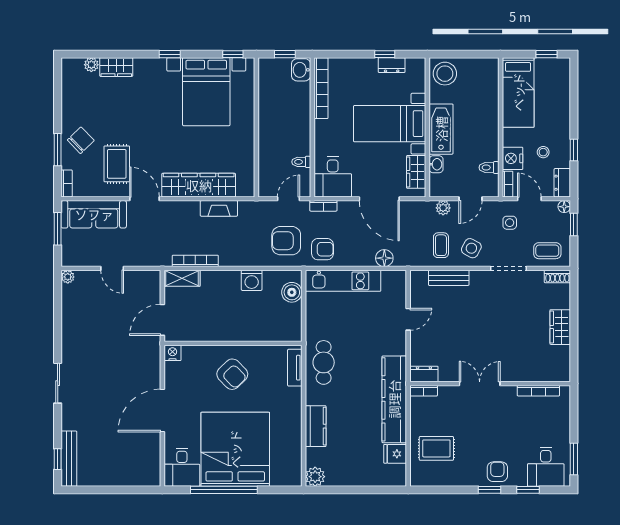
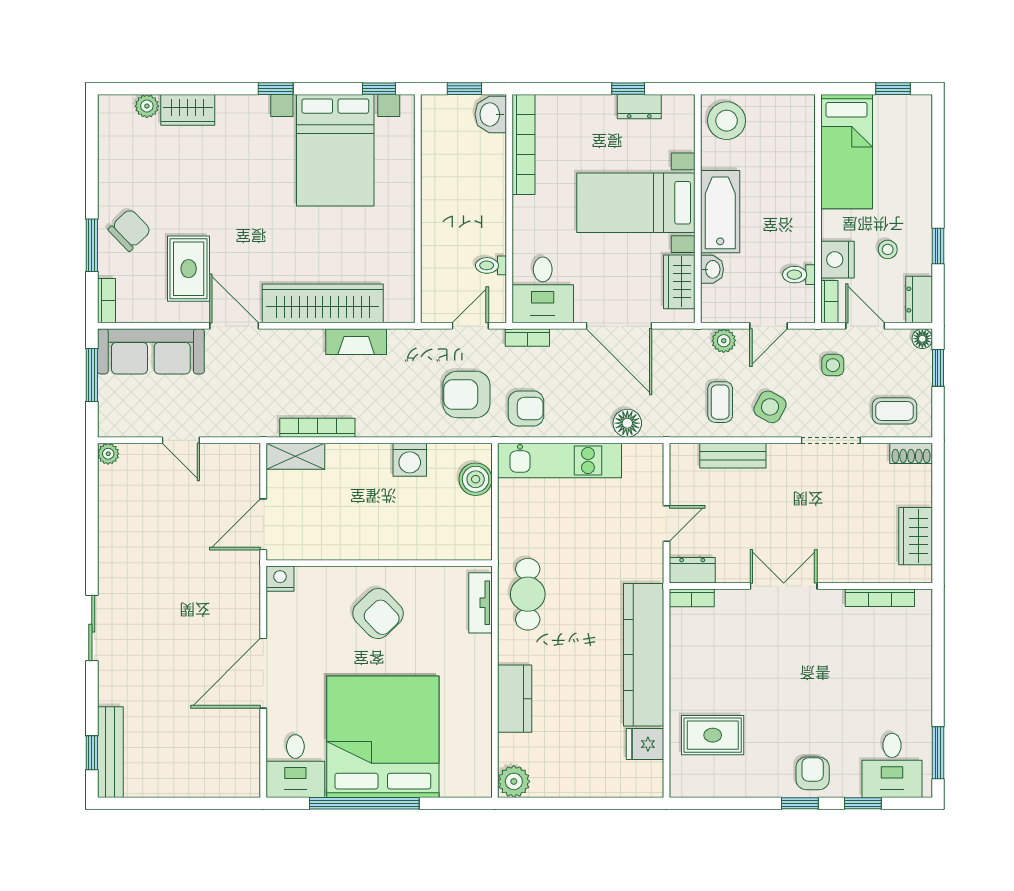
dresser: (424, 374) -> (692, 570), moved
double door: (480, 384) -> (784, 586), moved
wall: (490, 384) -> (801, 586), moved
bookcase: (424, 391) -> (692, 598), moved
bookcase: (538, 391) -> (880, 598), moved

